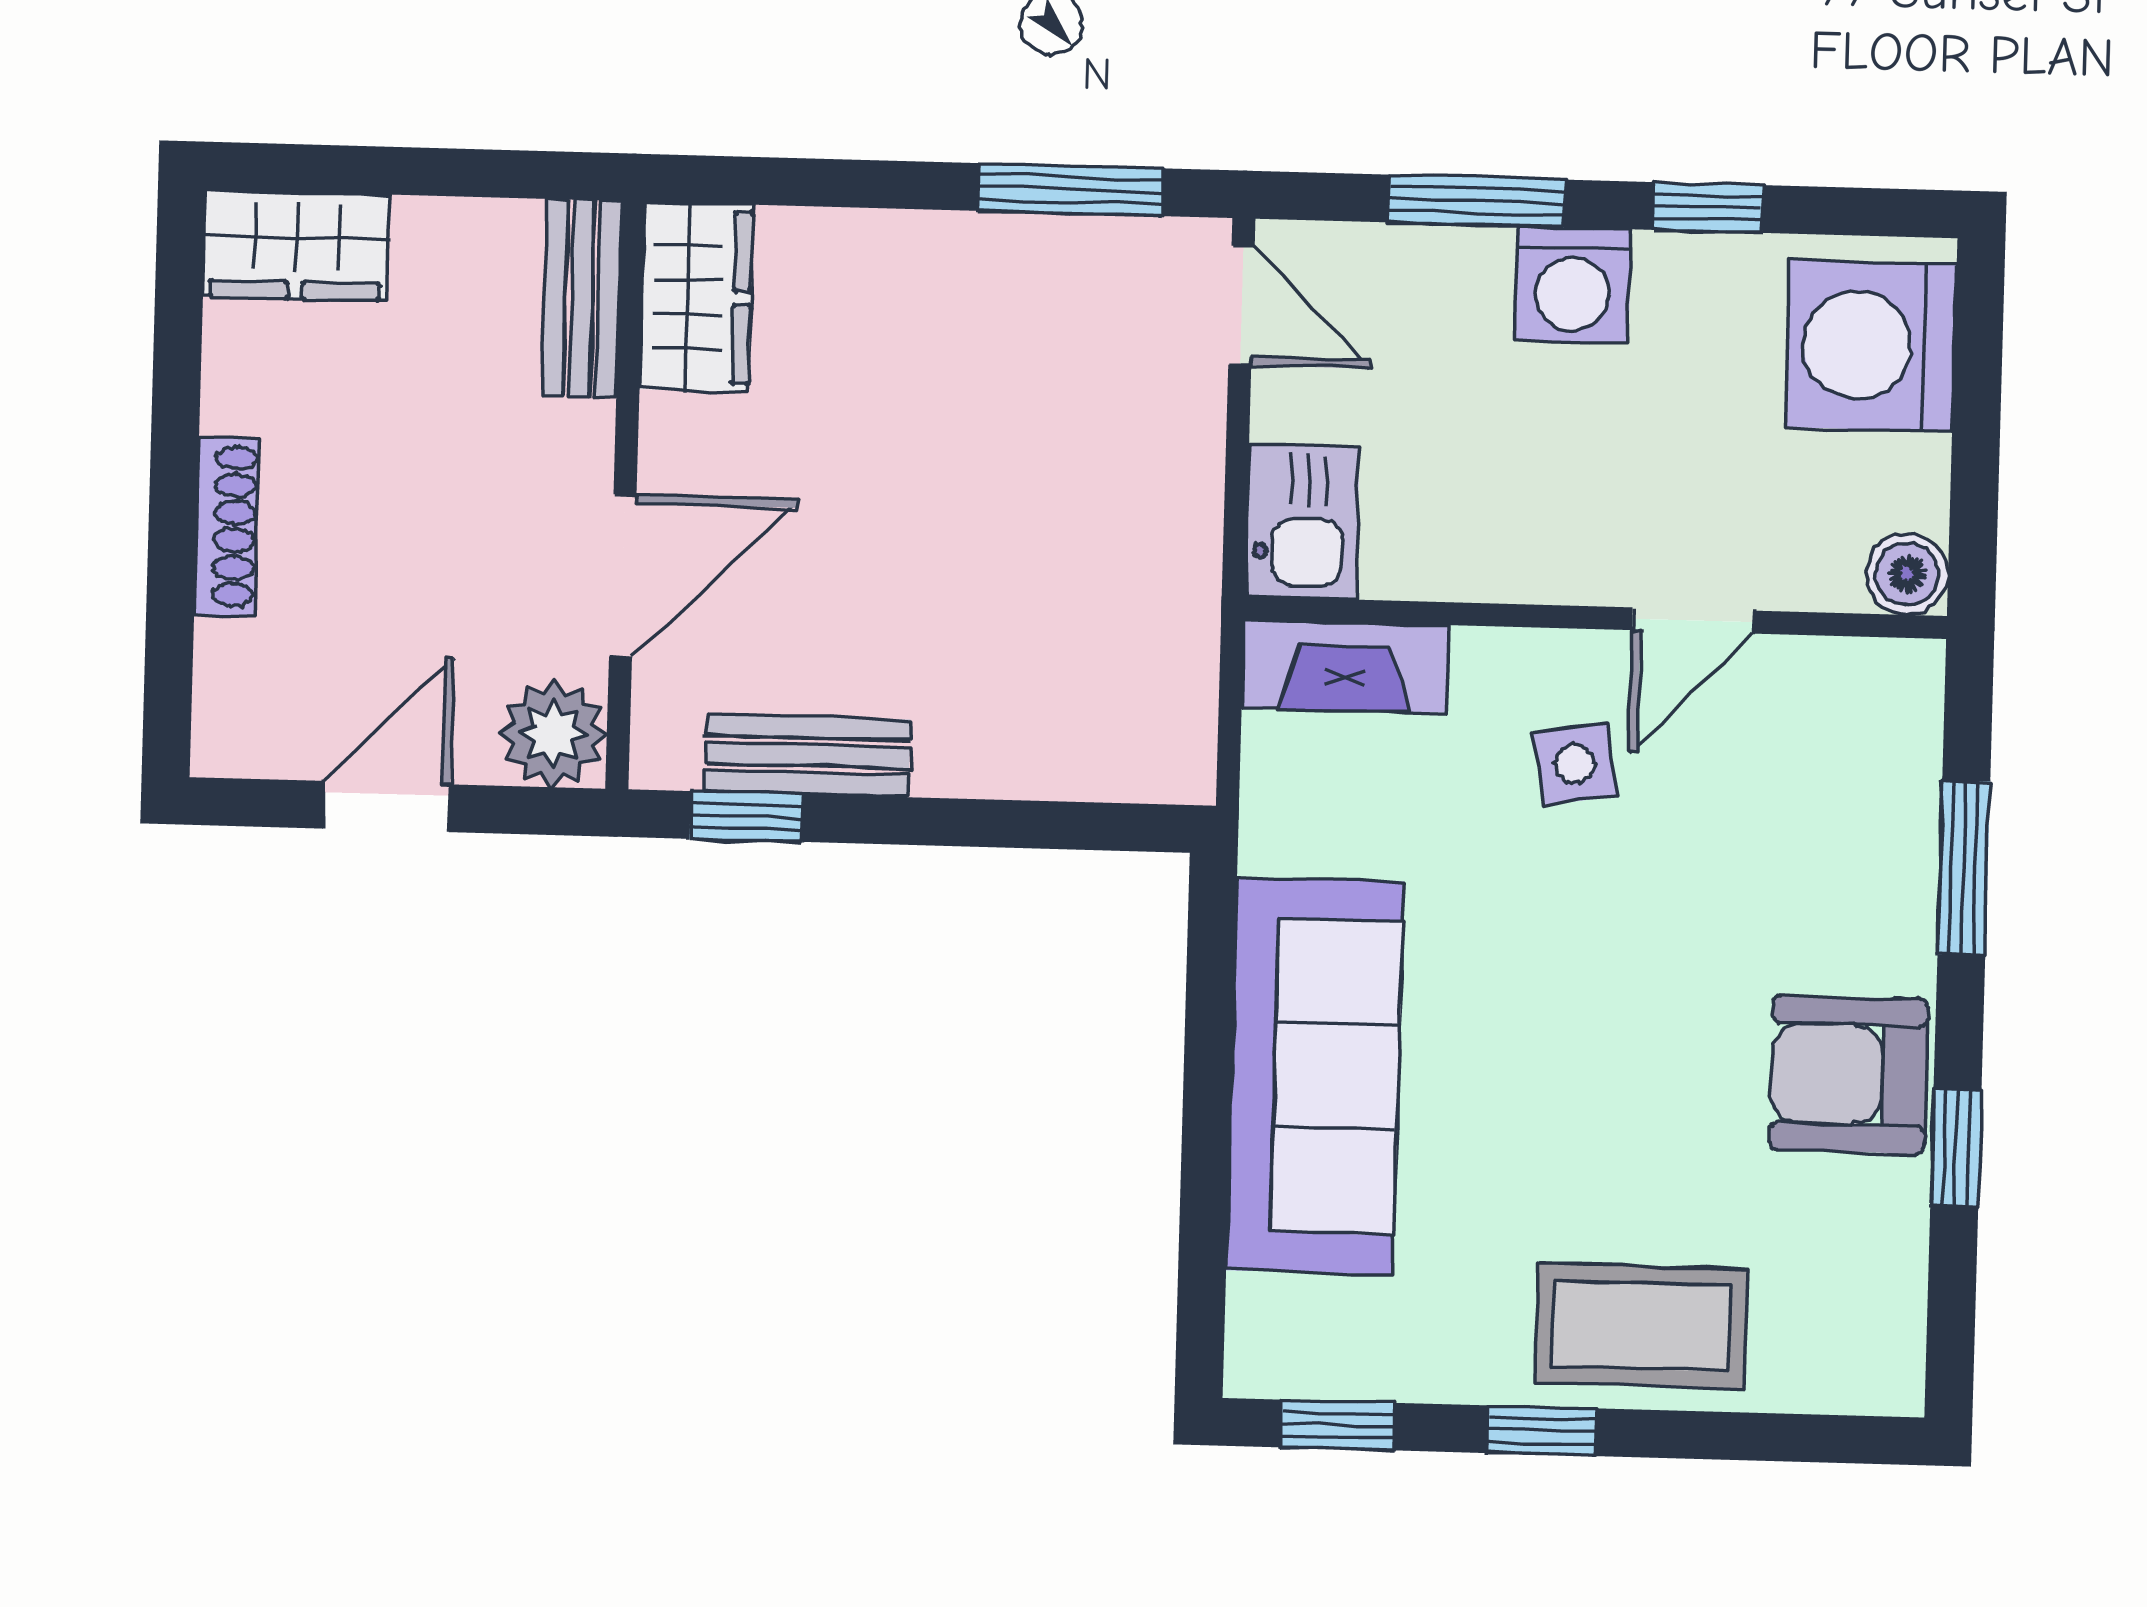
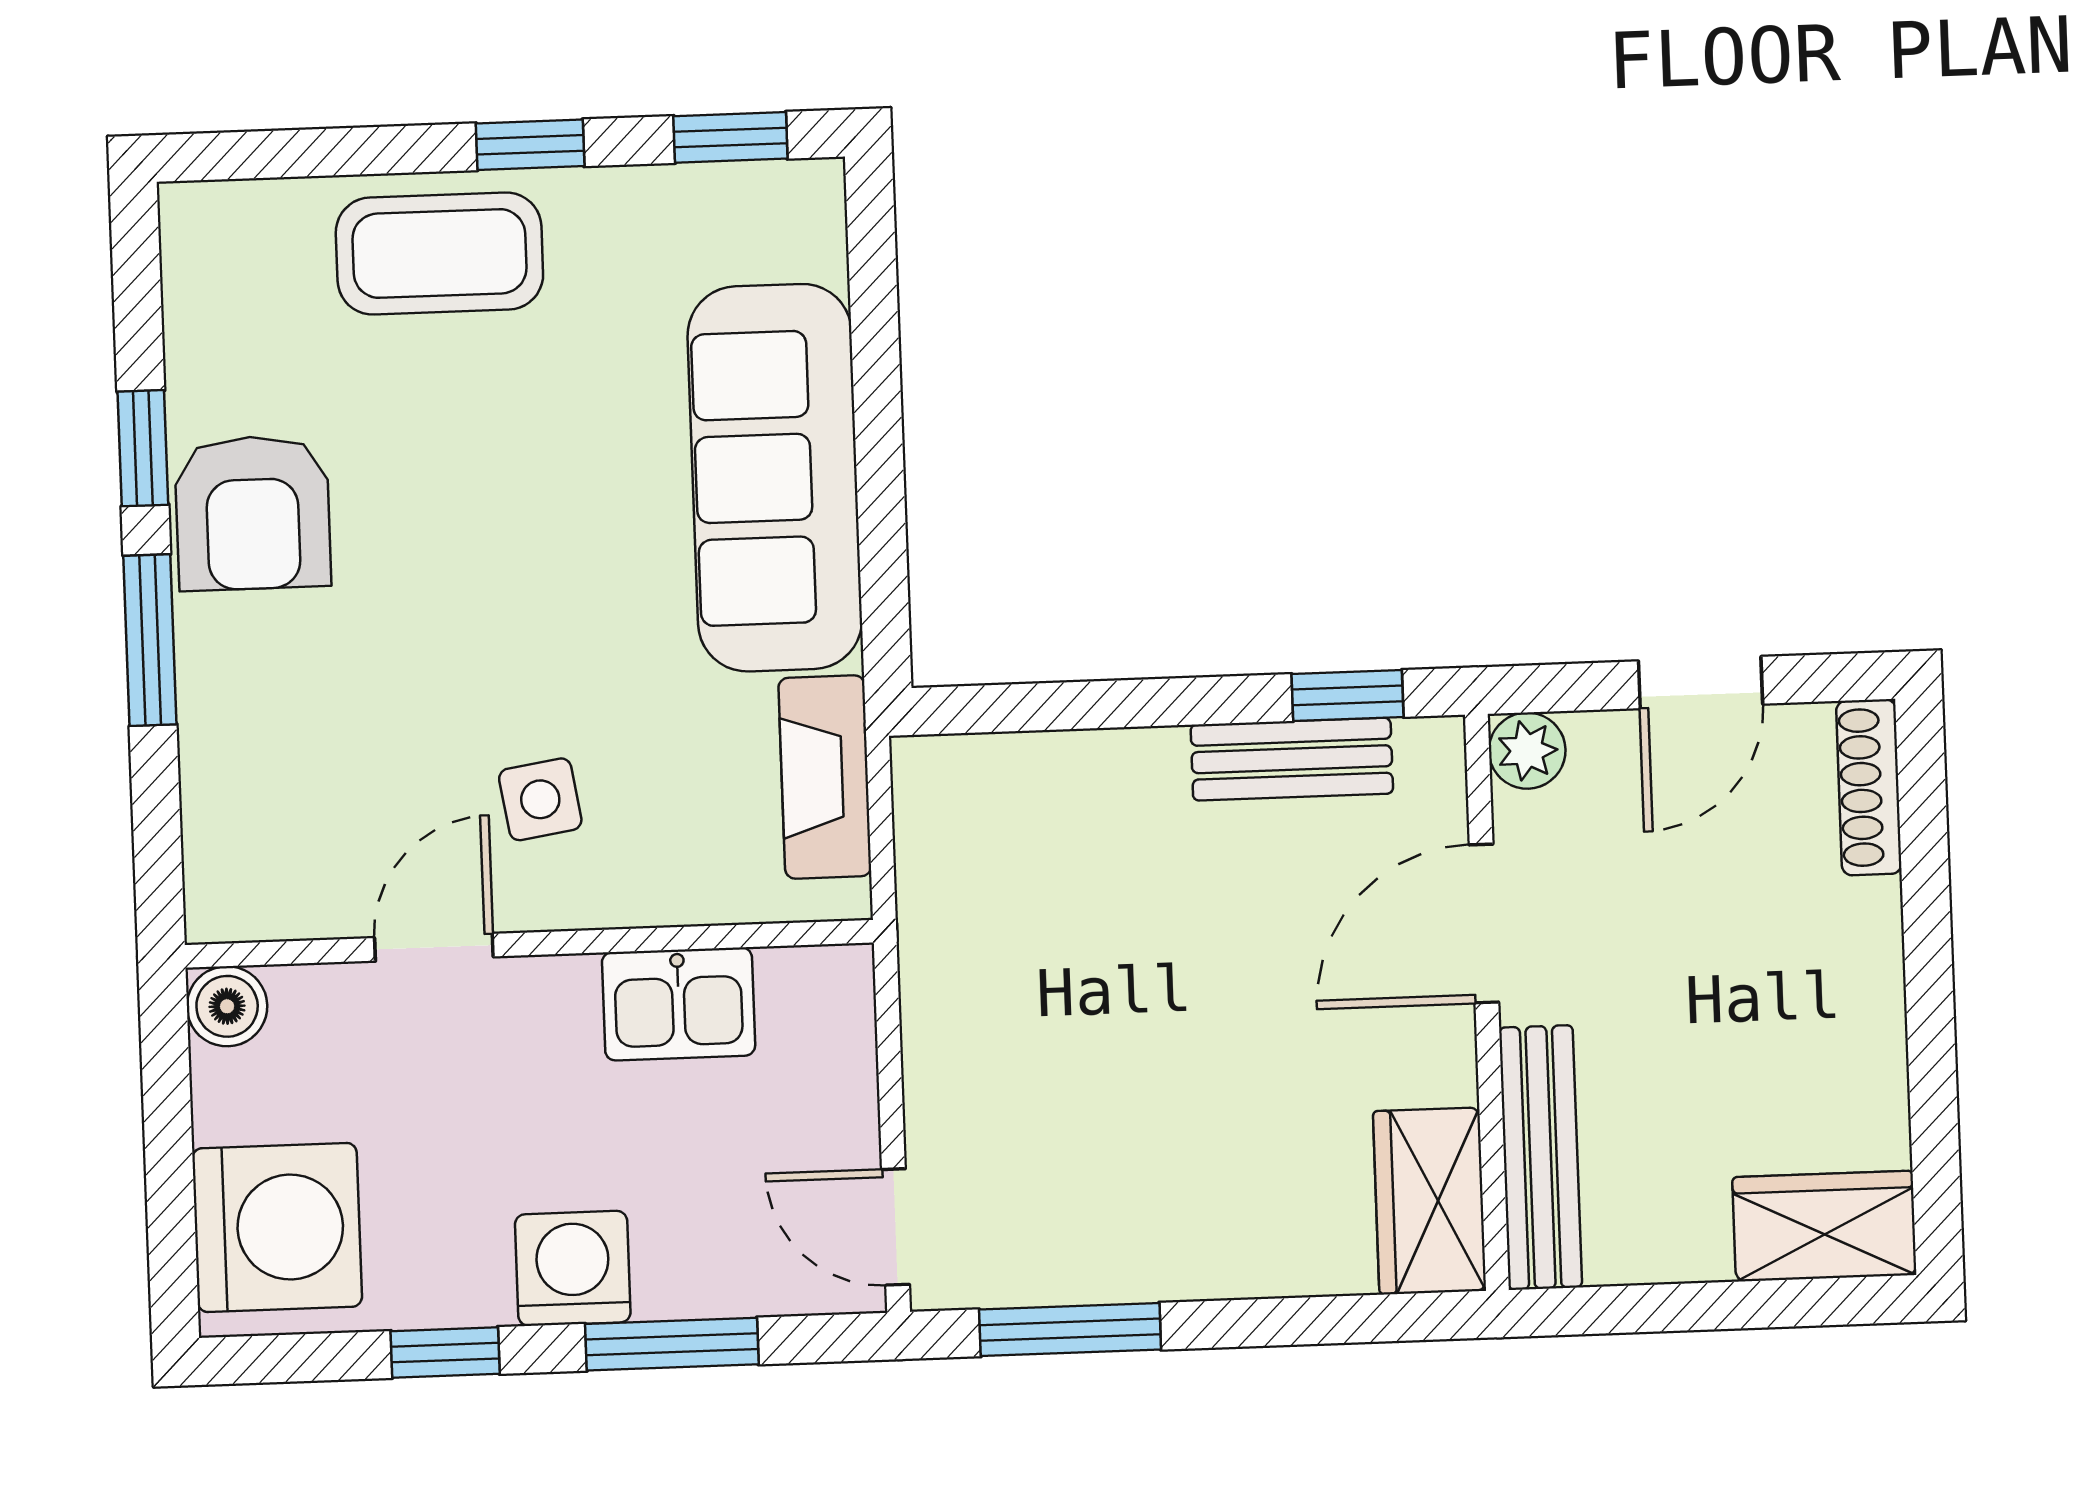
bench: (582, 298) -> (1541, 1157), width x1.36
kitchen sink: (1302, 522) -> (679, 1004), moved, turned -90
shoe rack: (227, 526) -> (1869, 787), moved
fireplace: (1345, 666) -> (825, 777), moved, turned -90
plant: (553, 734) -> (1527, 751), width x0.73, depth x0.73
window: (1964, 868) -> (150, 640), moved
armchair: (1849, 1074) -> (253, 513), turned 90

